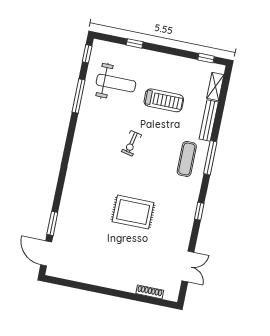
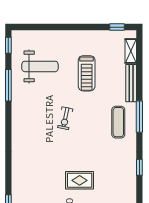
window: (135, 43) -> (50, 27), removed
treadmill: (164, 100) -> (87, 73), turned 90
rug: (133, 212) -> (80, 180), width x0.73, depth x0.70

